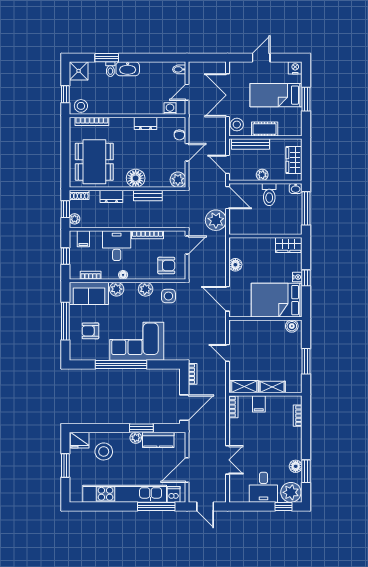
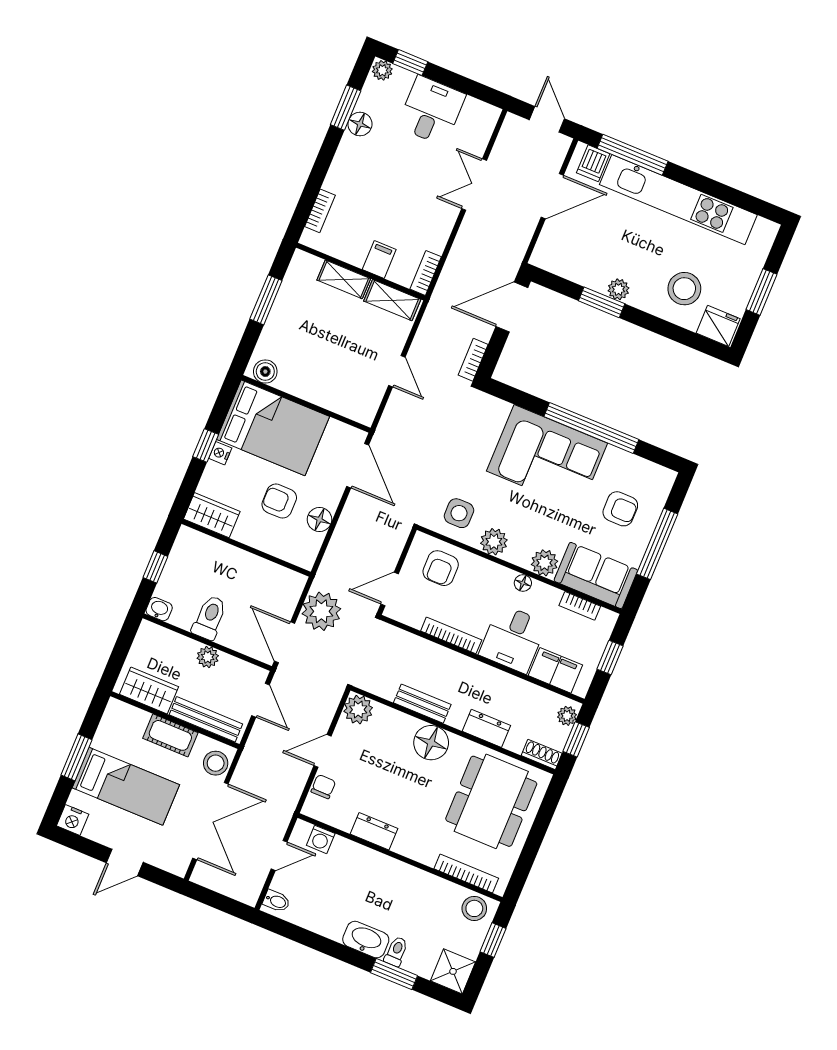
wardrobe: (294, 160) -> (149, 690), moved, turned -90
window: (306, 208) -> (155, 567), width x0.46
filing cabinet: (83, 239) -> (555, 670), width x2.00
armchair: (166, 266) -> (441, 568), turned -90
armchair: (259, 266) -> (279, 501), added
kitchen counter: (158, 440) -> (581, 269), removed
plant: (291, 492) -> (382, 70), width x0.53, depth x0.53

